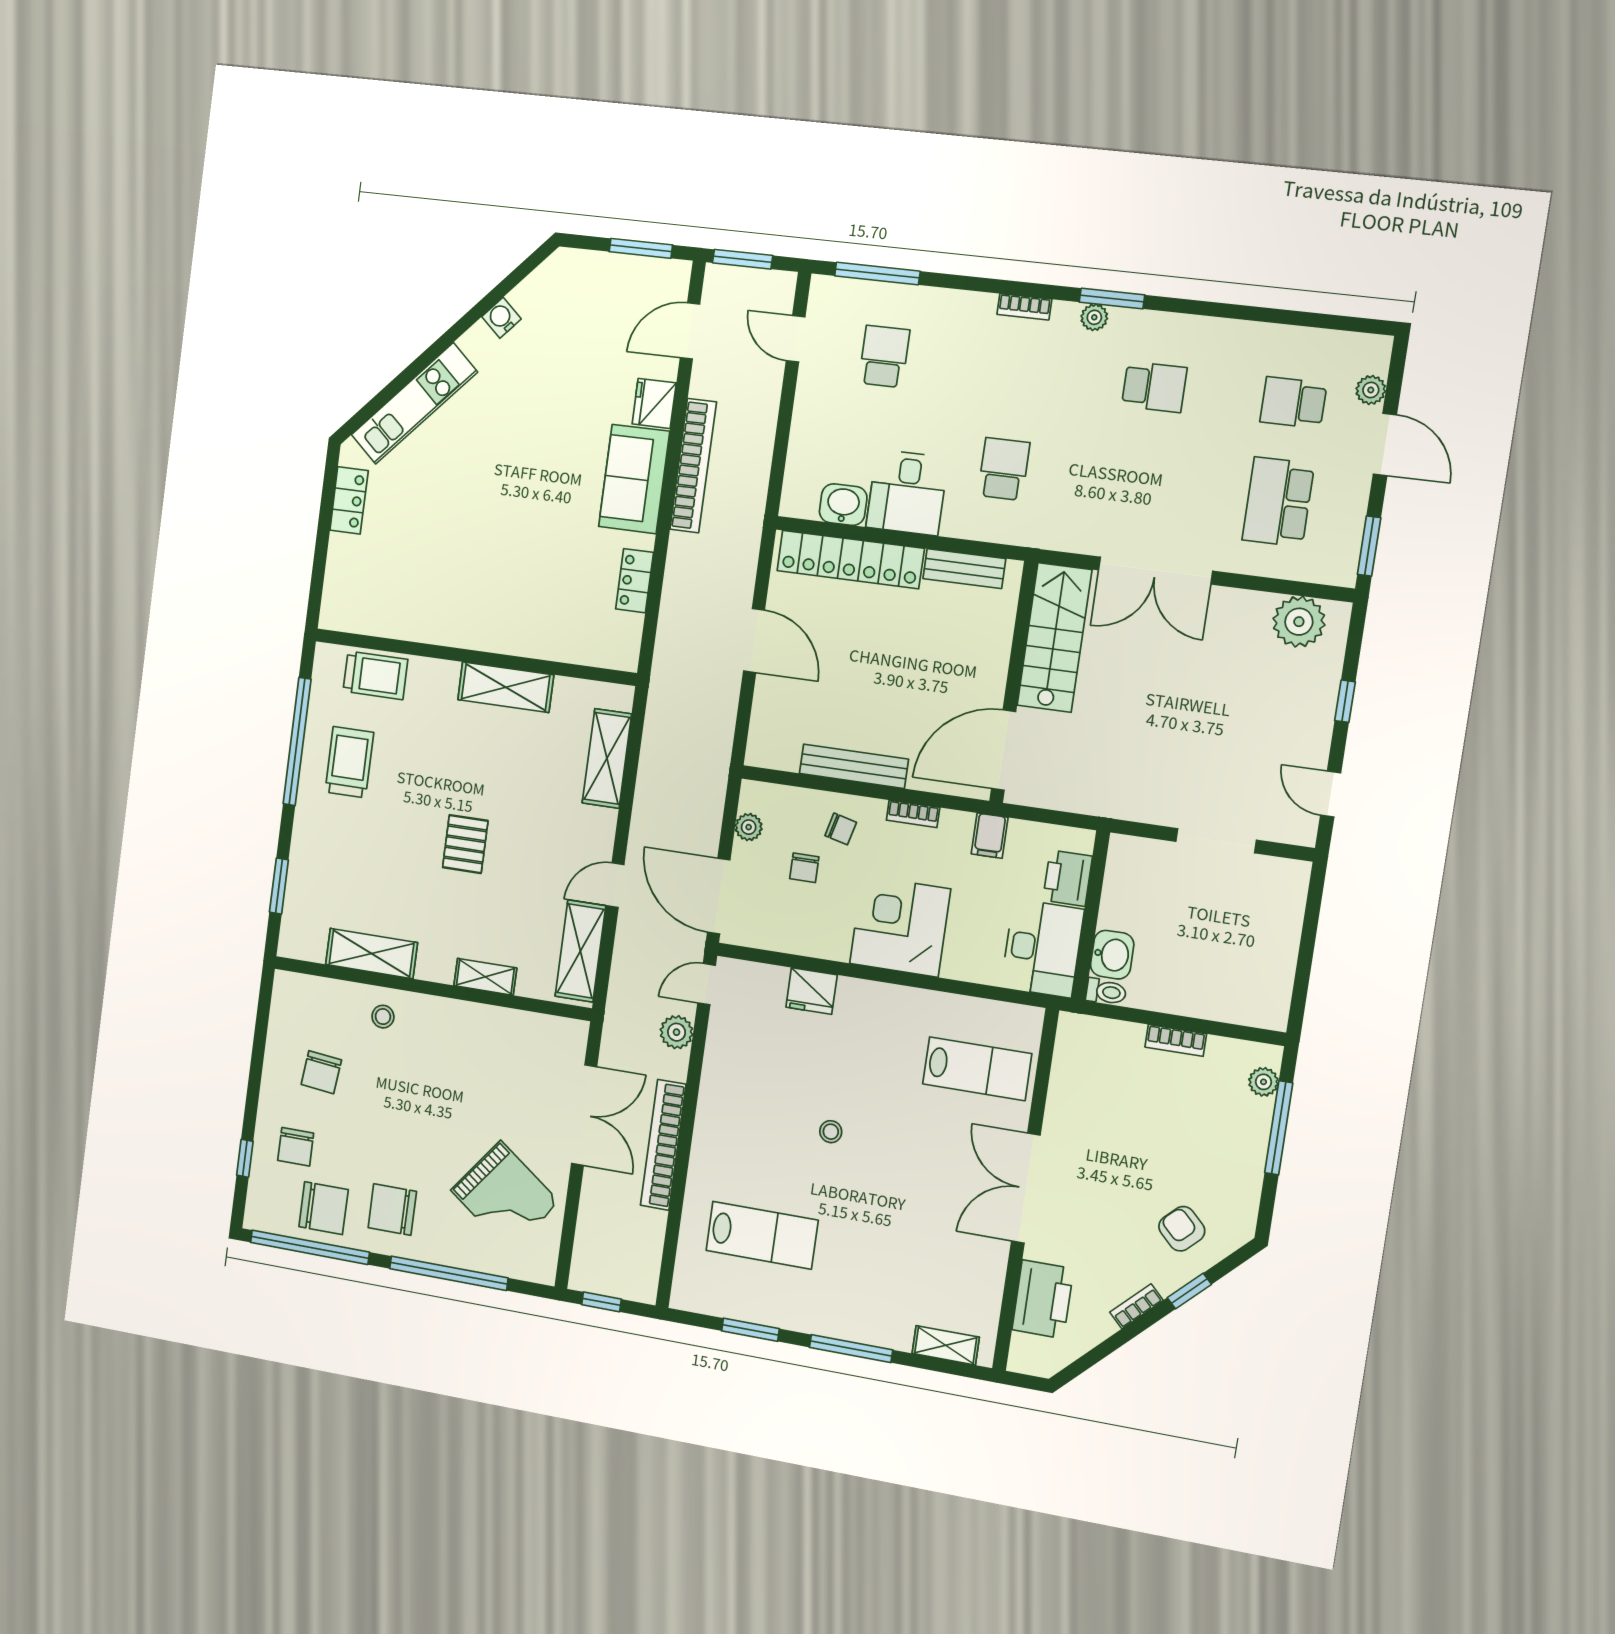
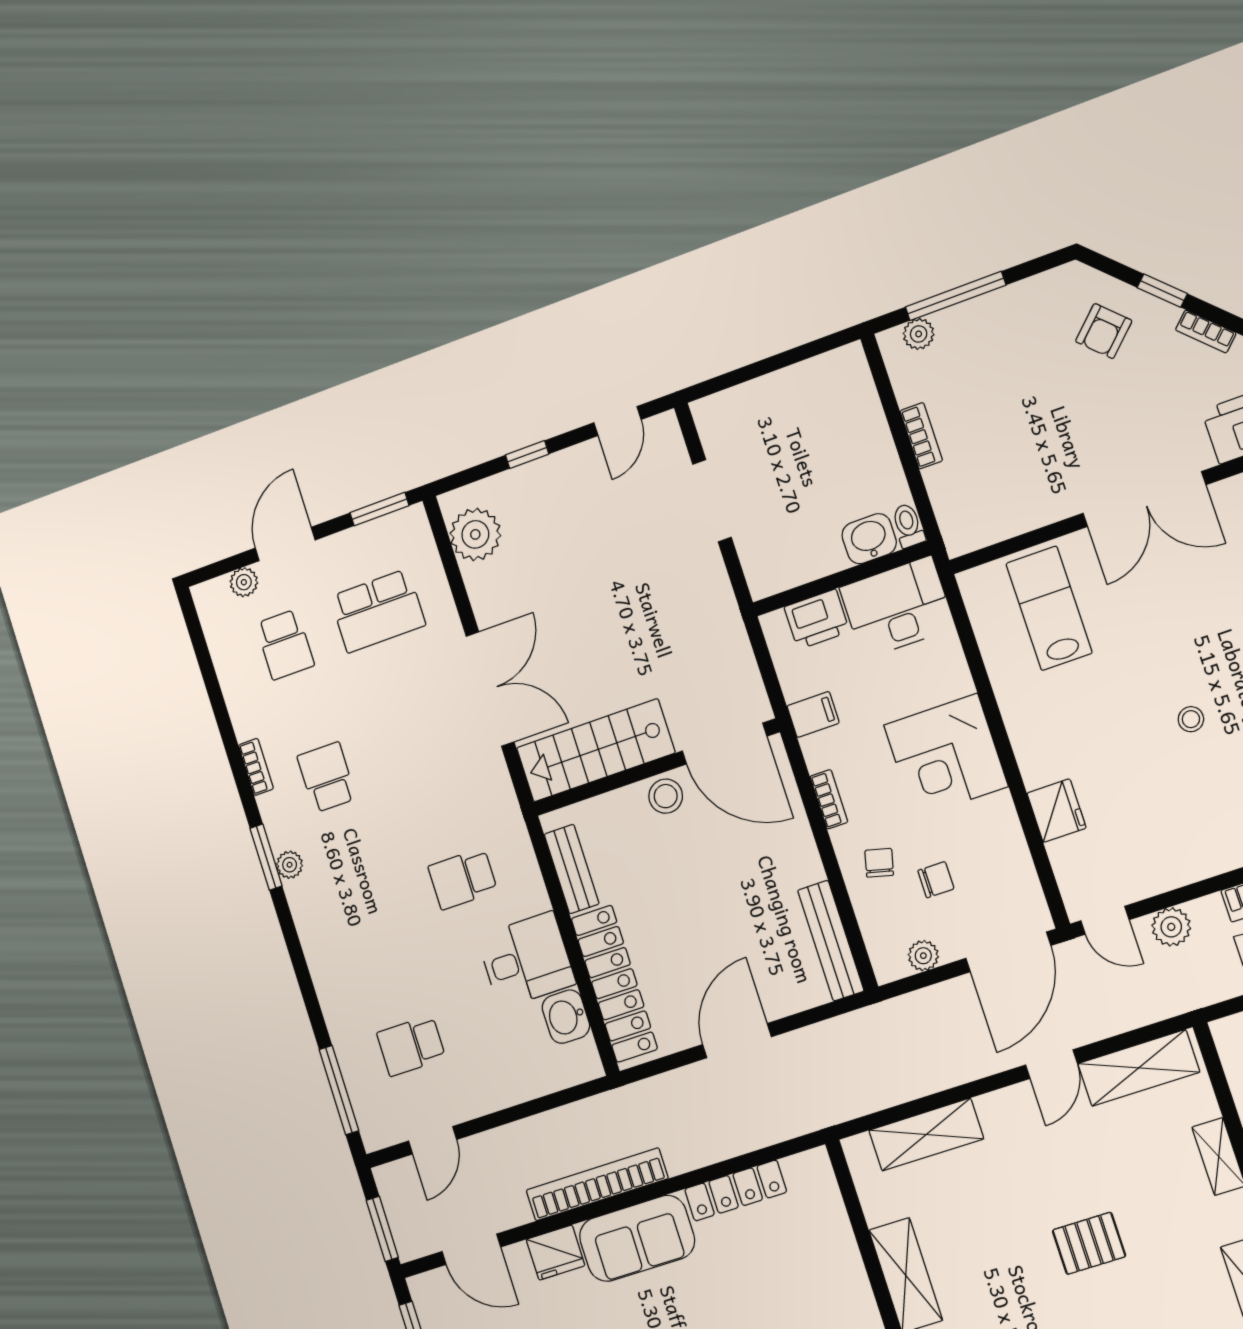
bookcase: (1024, 307) -> (256, 767), moved
locker: (635, 581) -> (736, 1191), width x1.53
stool: (985, 679) -> (666, 796), added
bench: (854, 766) -> (831, 941), moved
door: (615, 885) -> (1051, 1064), hinge flipped

